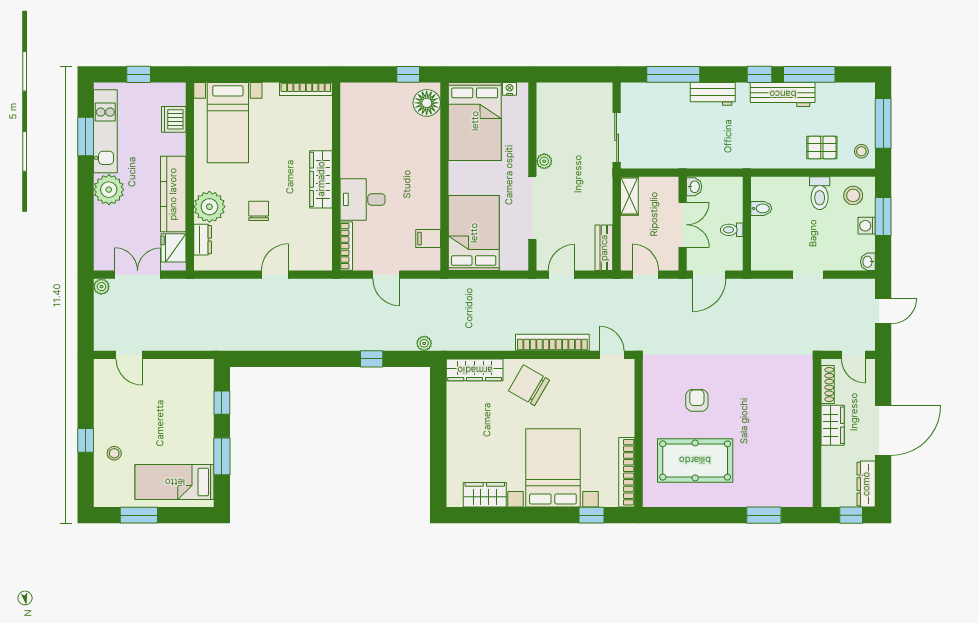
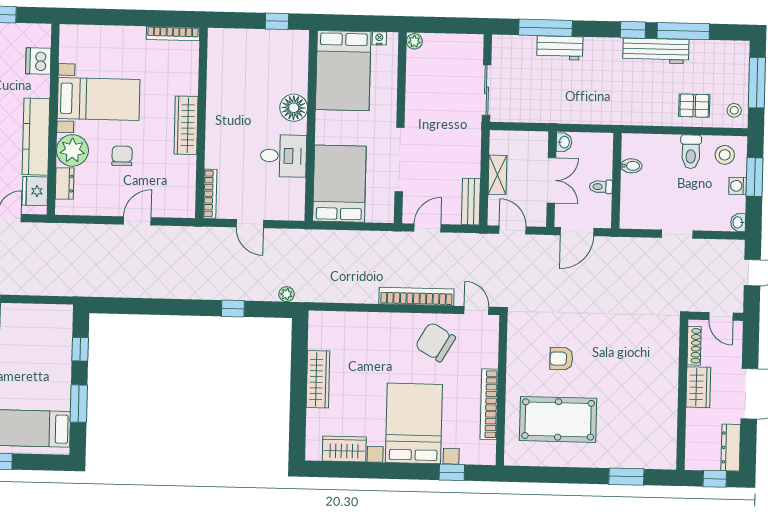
workbench: (713, 94) -> (560, 48), moved
floor lamp: (427, 103) -> (294, 108), moved
bed with nightstands: (228, 123) -> (99, 99), moved, turned -90
plant: (544, 161) -> (414, 41), moved
shelving: (629, 196) -> (497, 175), moved
desk: (362, 199) -> (283, 156), moved, turned 180
filing cabinet: (428, 239) -> (293, 188), removed
wardrobe: (475, 370) -> (318, 379), moved, turned -90
chair: (529, 385) -> (435, 342), moved
armchair: (697, 400) -> (561, 359), turned -90
bookcase: (627, 472) -> (489, 404), moved

